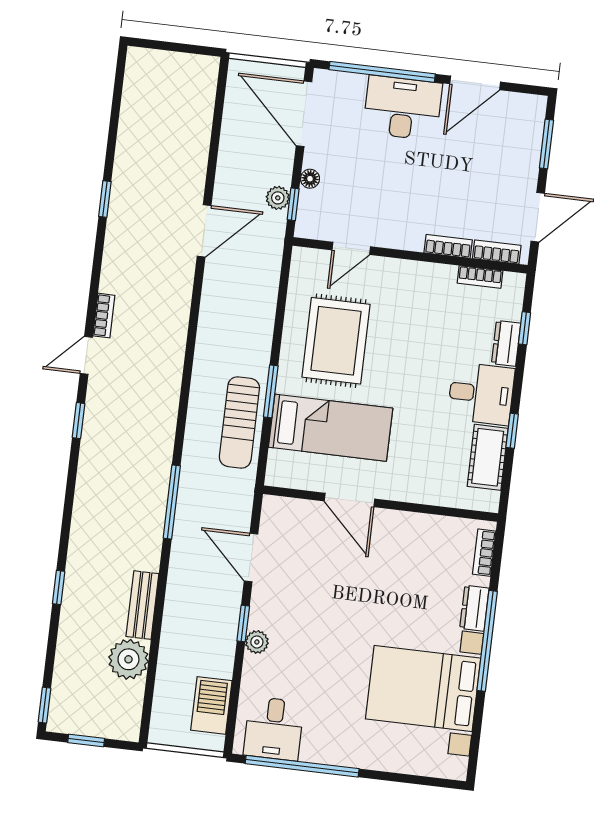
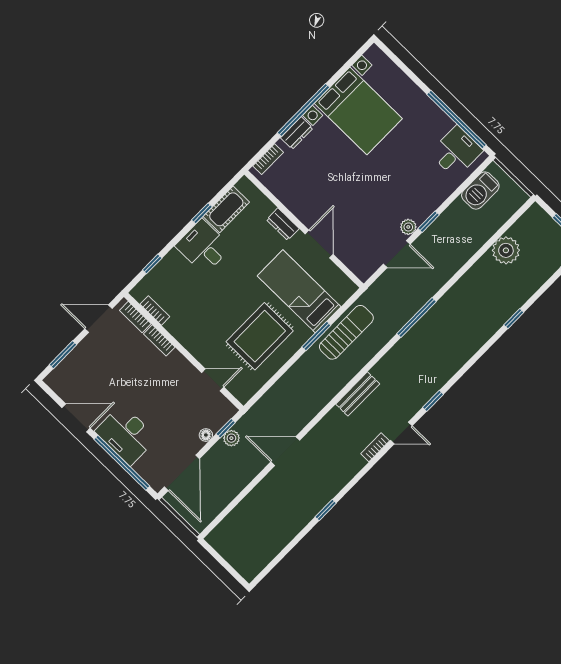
dresser: (506, 343) -> (283, 224), moved, turned 90
door: (251, 558) -> (397, 254), hinge flipped
bench: (142, 605) -> (358, 394), moved
plant: (257, 642) -> (408, 227), moved

